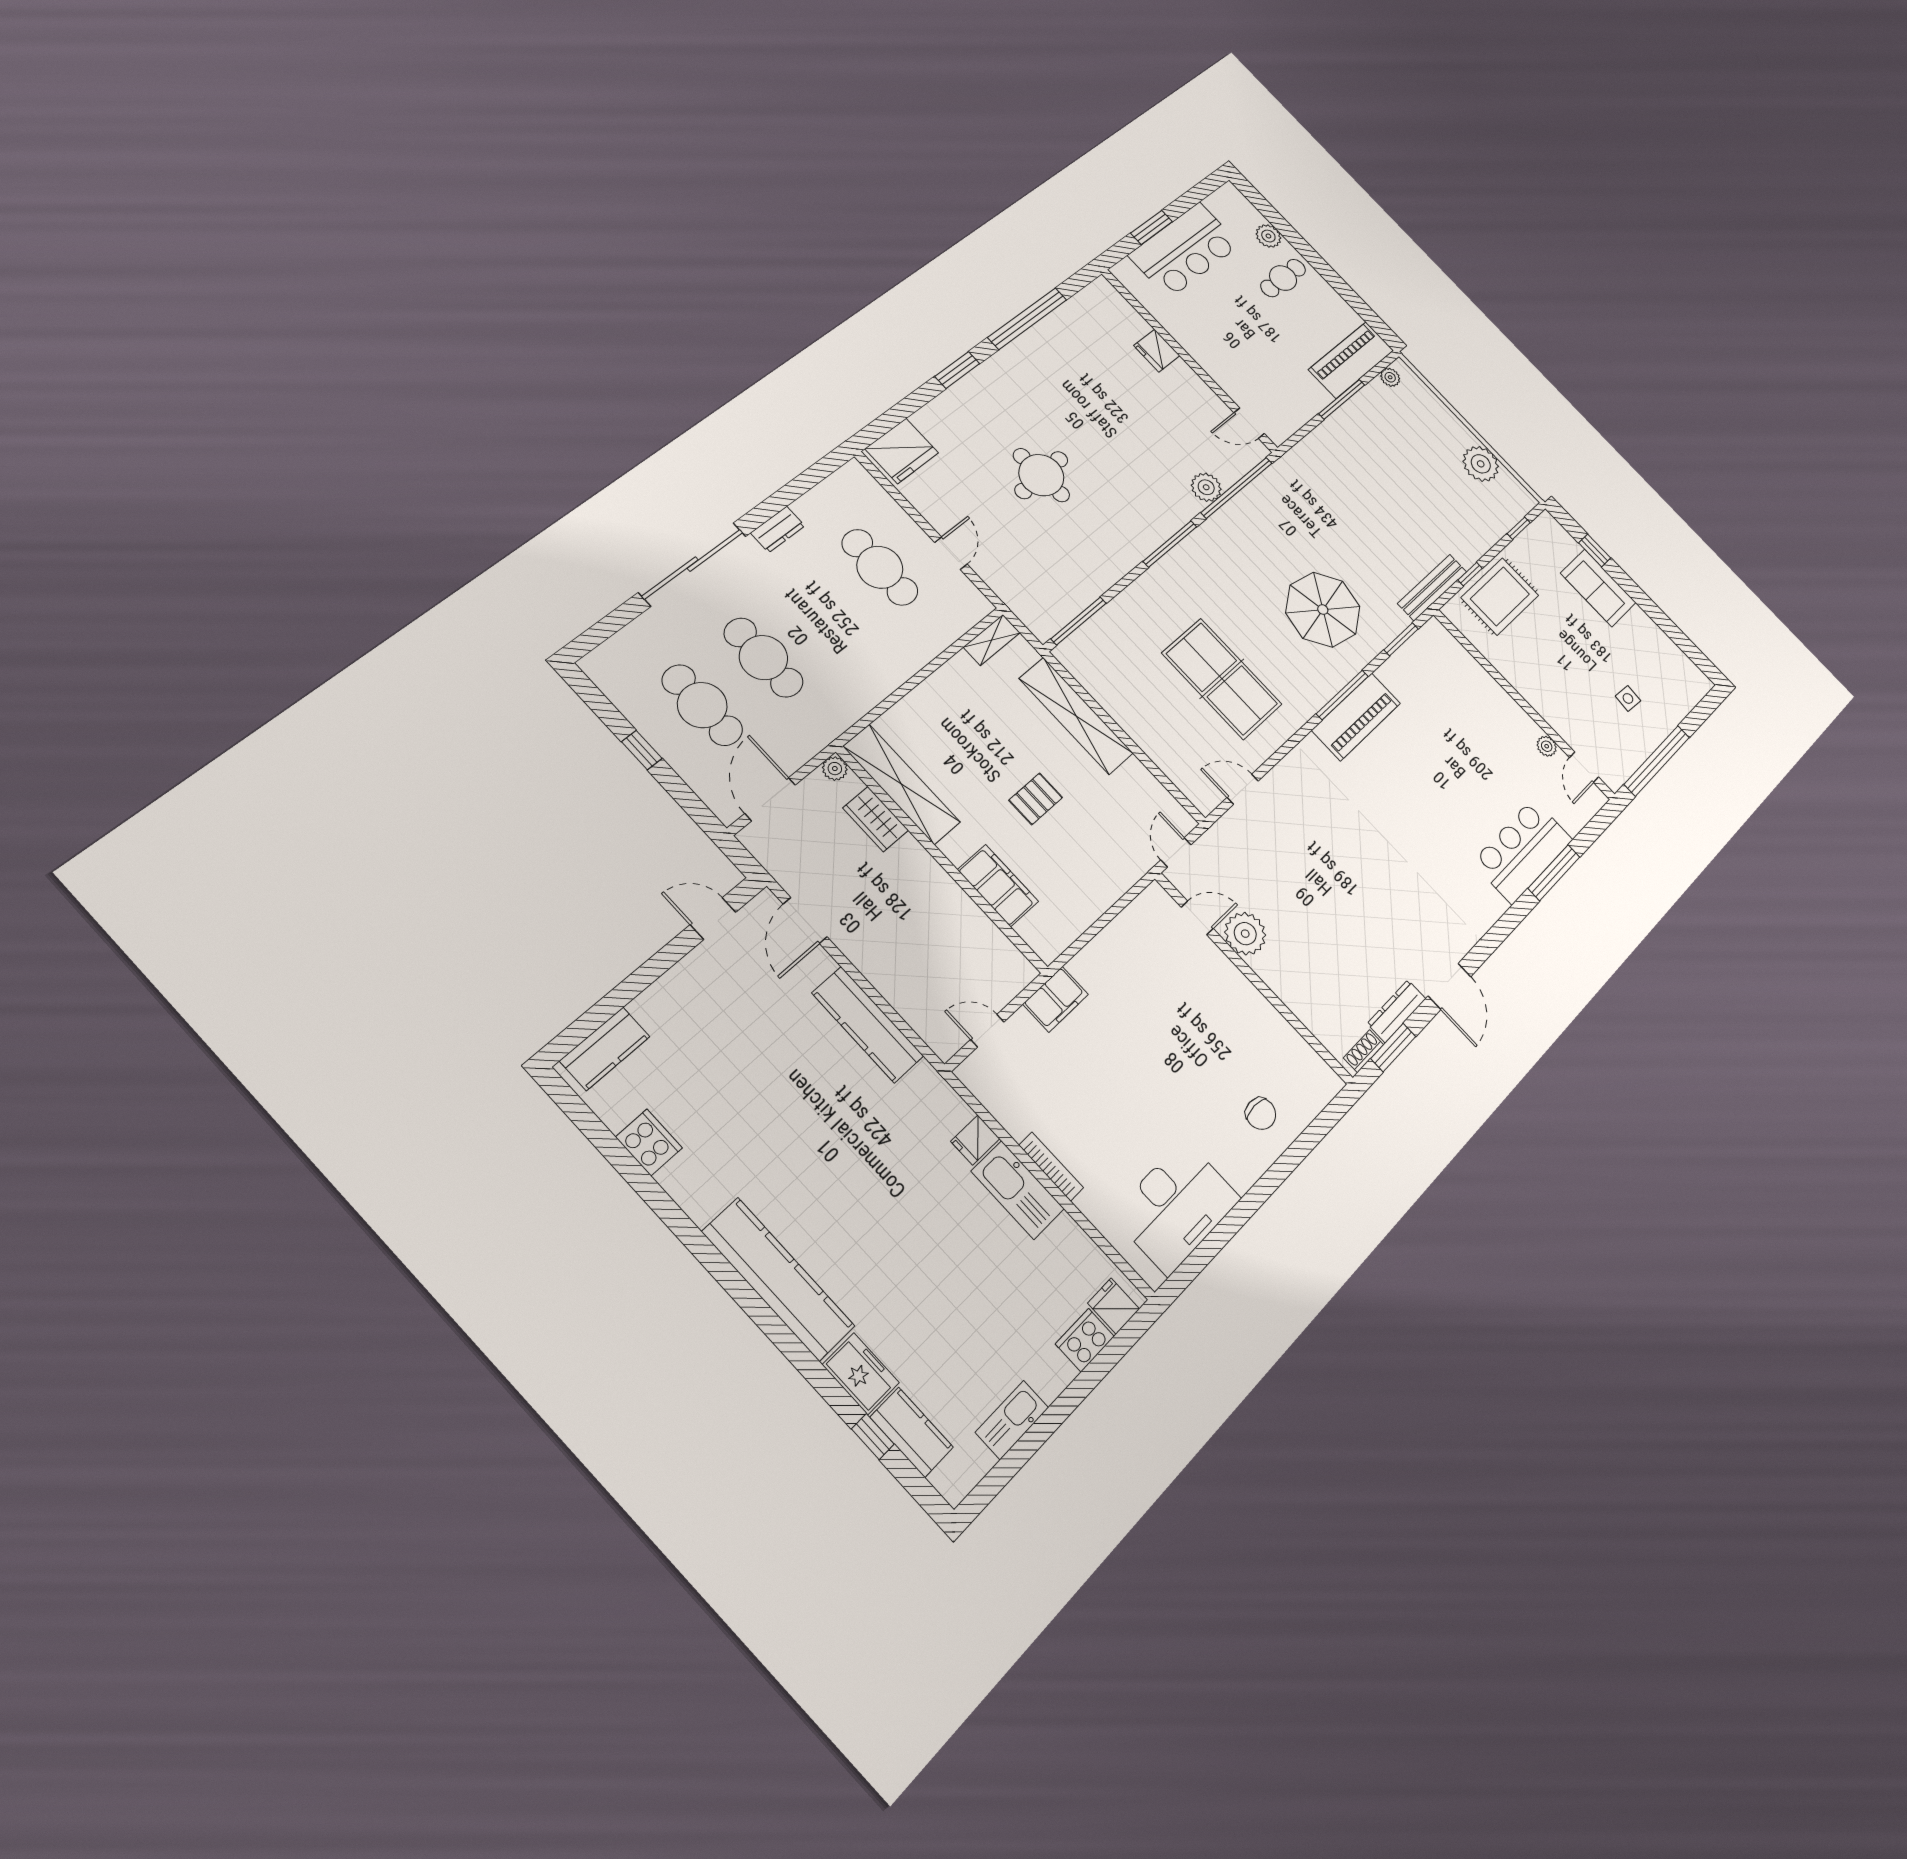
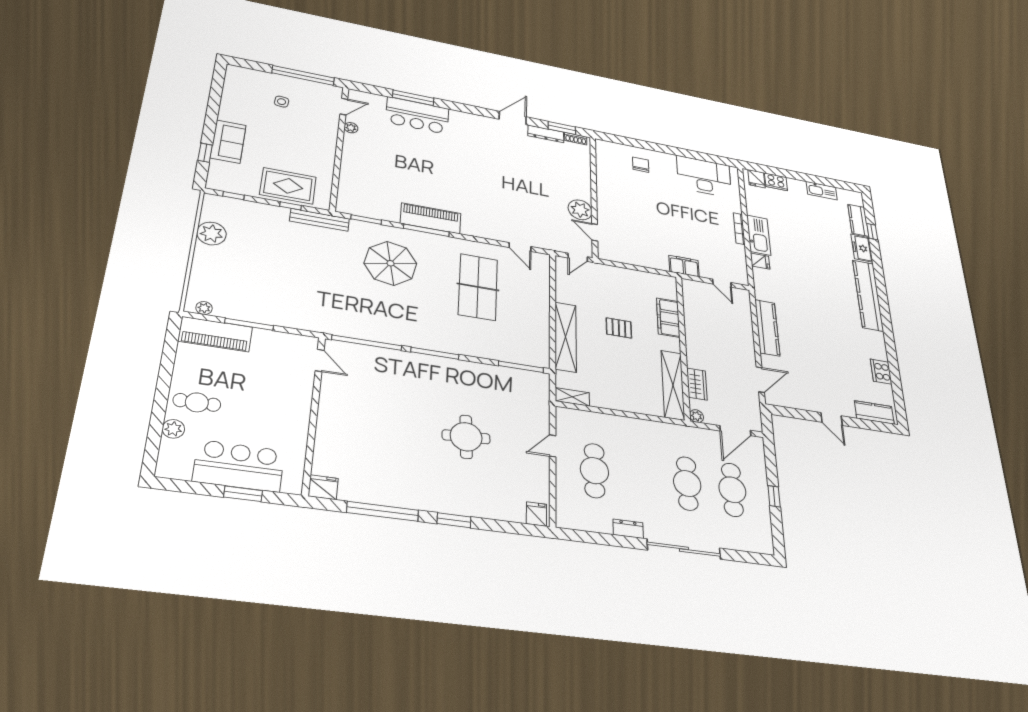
fridge: (1157, 351) -> (323, 487), moved, turned -90
fridge: (902, 451) -> (537, 514), width x0.53, depth x0.75
plant: (1206, 487) -> (383, 357), removed
door: (713, 918) -> (832, 419), moved

